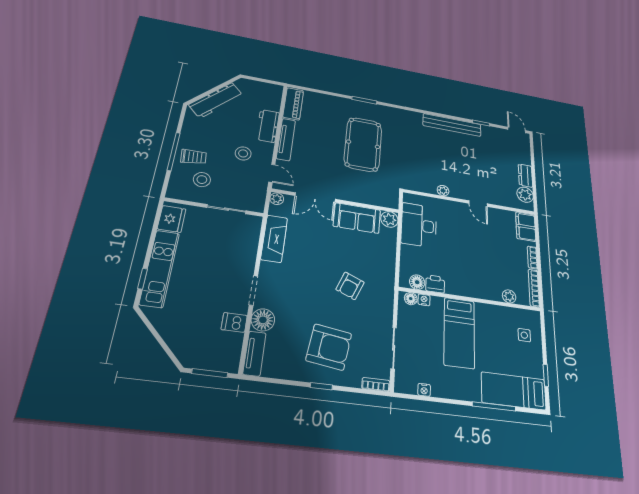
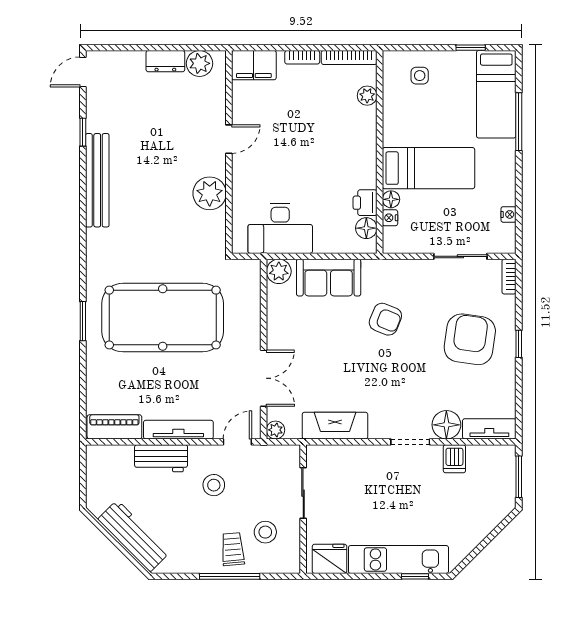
pool table: (363, 144) -> (163, 318), width x1.36, depth x1.32
plant: (443, 191) -> (210, 193), width x1.87, depth x1.87
sofa: (357, 218) -> (329, 278), moved, turned 90
floor lamp: (411, 299) -> (391, 199), moved

